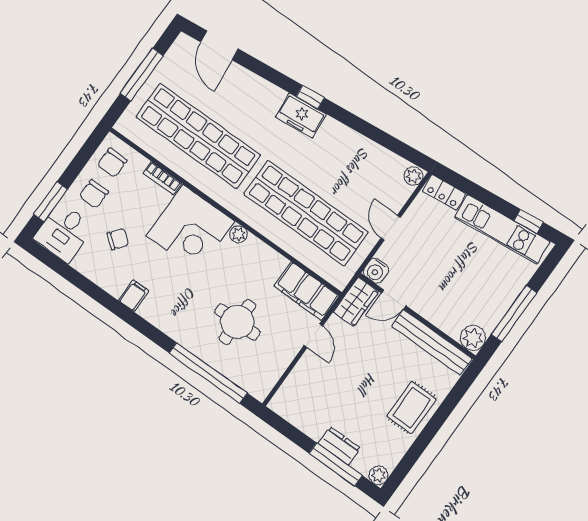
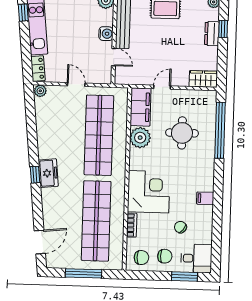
door: (391, 228) -> (76, 84), swing flipped
plant: (239, 234) -> (140, 138), moved, width x1.88, depth x1.88
water cooler: (376, 271) -> (106, 34), moved
wardrobe: (356, 302) -> (203, 79), moved
window: (336, 464) -> (223, 29), width x0.46

